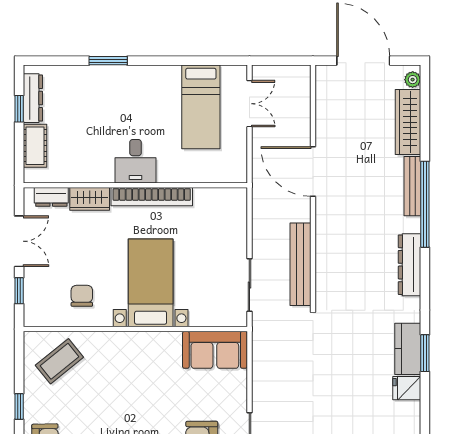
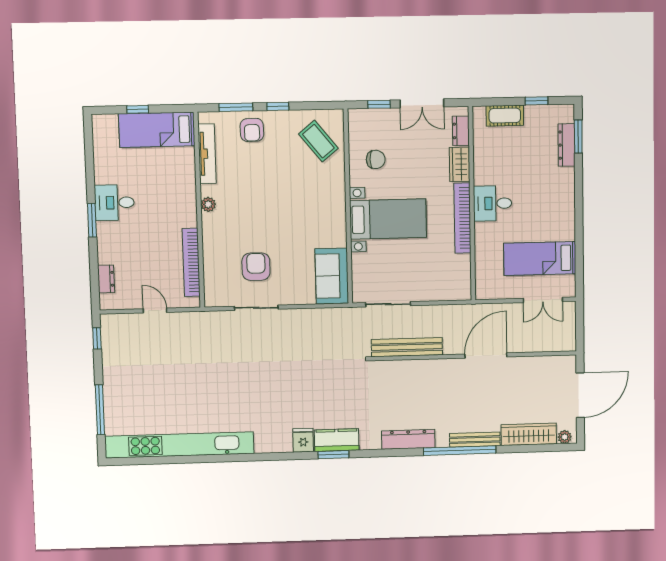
window: (108, 61) -> (578, 136), moved
dresser: (33, 98) -> (566, 145), moved, turned 90

